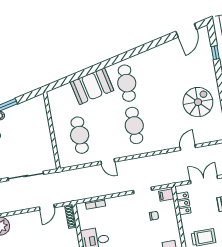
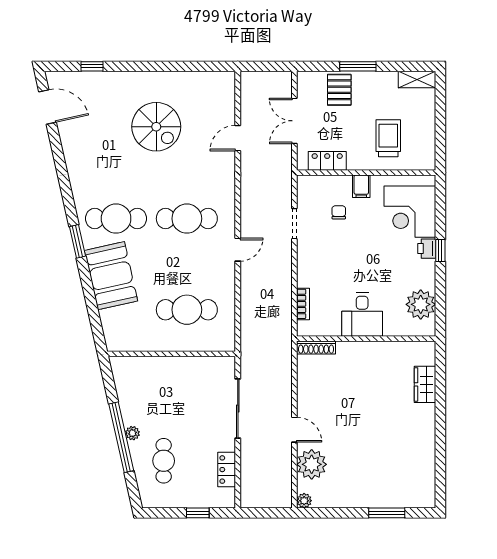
window: (109, 62) -> (78, 241), added
spiral stairs: (198, 102) -> (156, 127), moved, turned 180
door: (188, 147) -> (238, 138), hinge flipped
door: (108, 162) -> (238, 250), moved
filing cabinet: (166, 195) -> (361, 186), moved
door: (47, 207) -> (294, 430), moved

